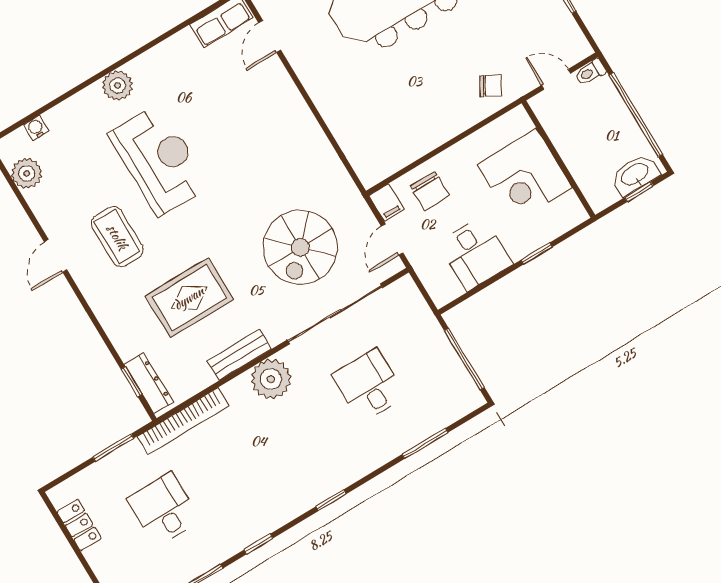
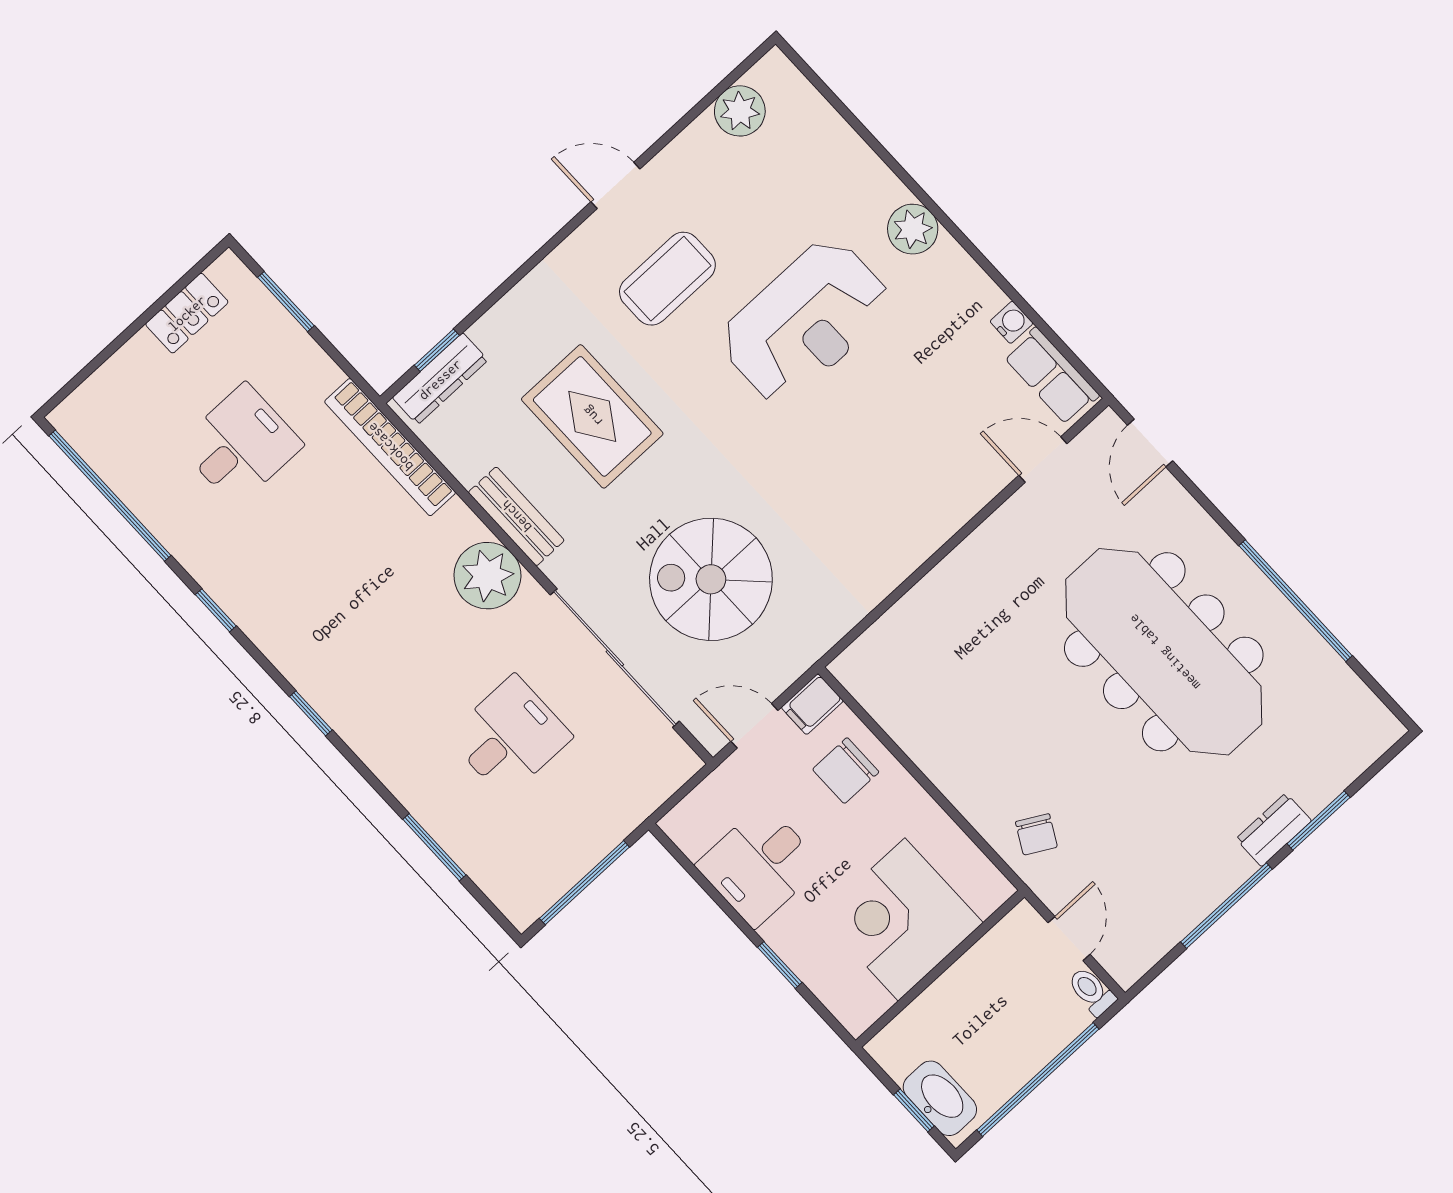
water cooler: (36, 128) -> (1012, 322), moved
window: (113, 448) -> (286, 302), moved

